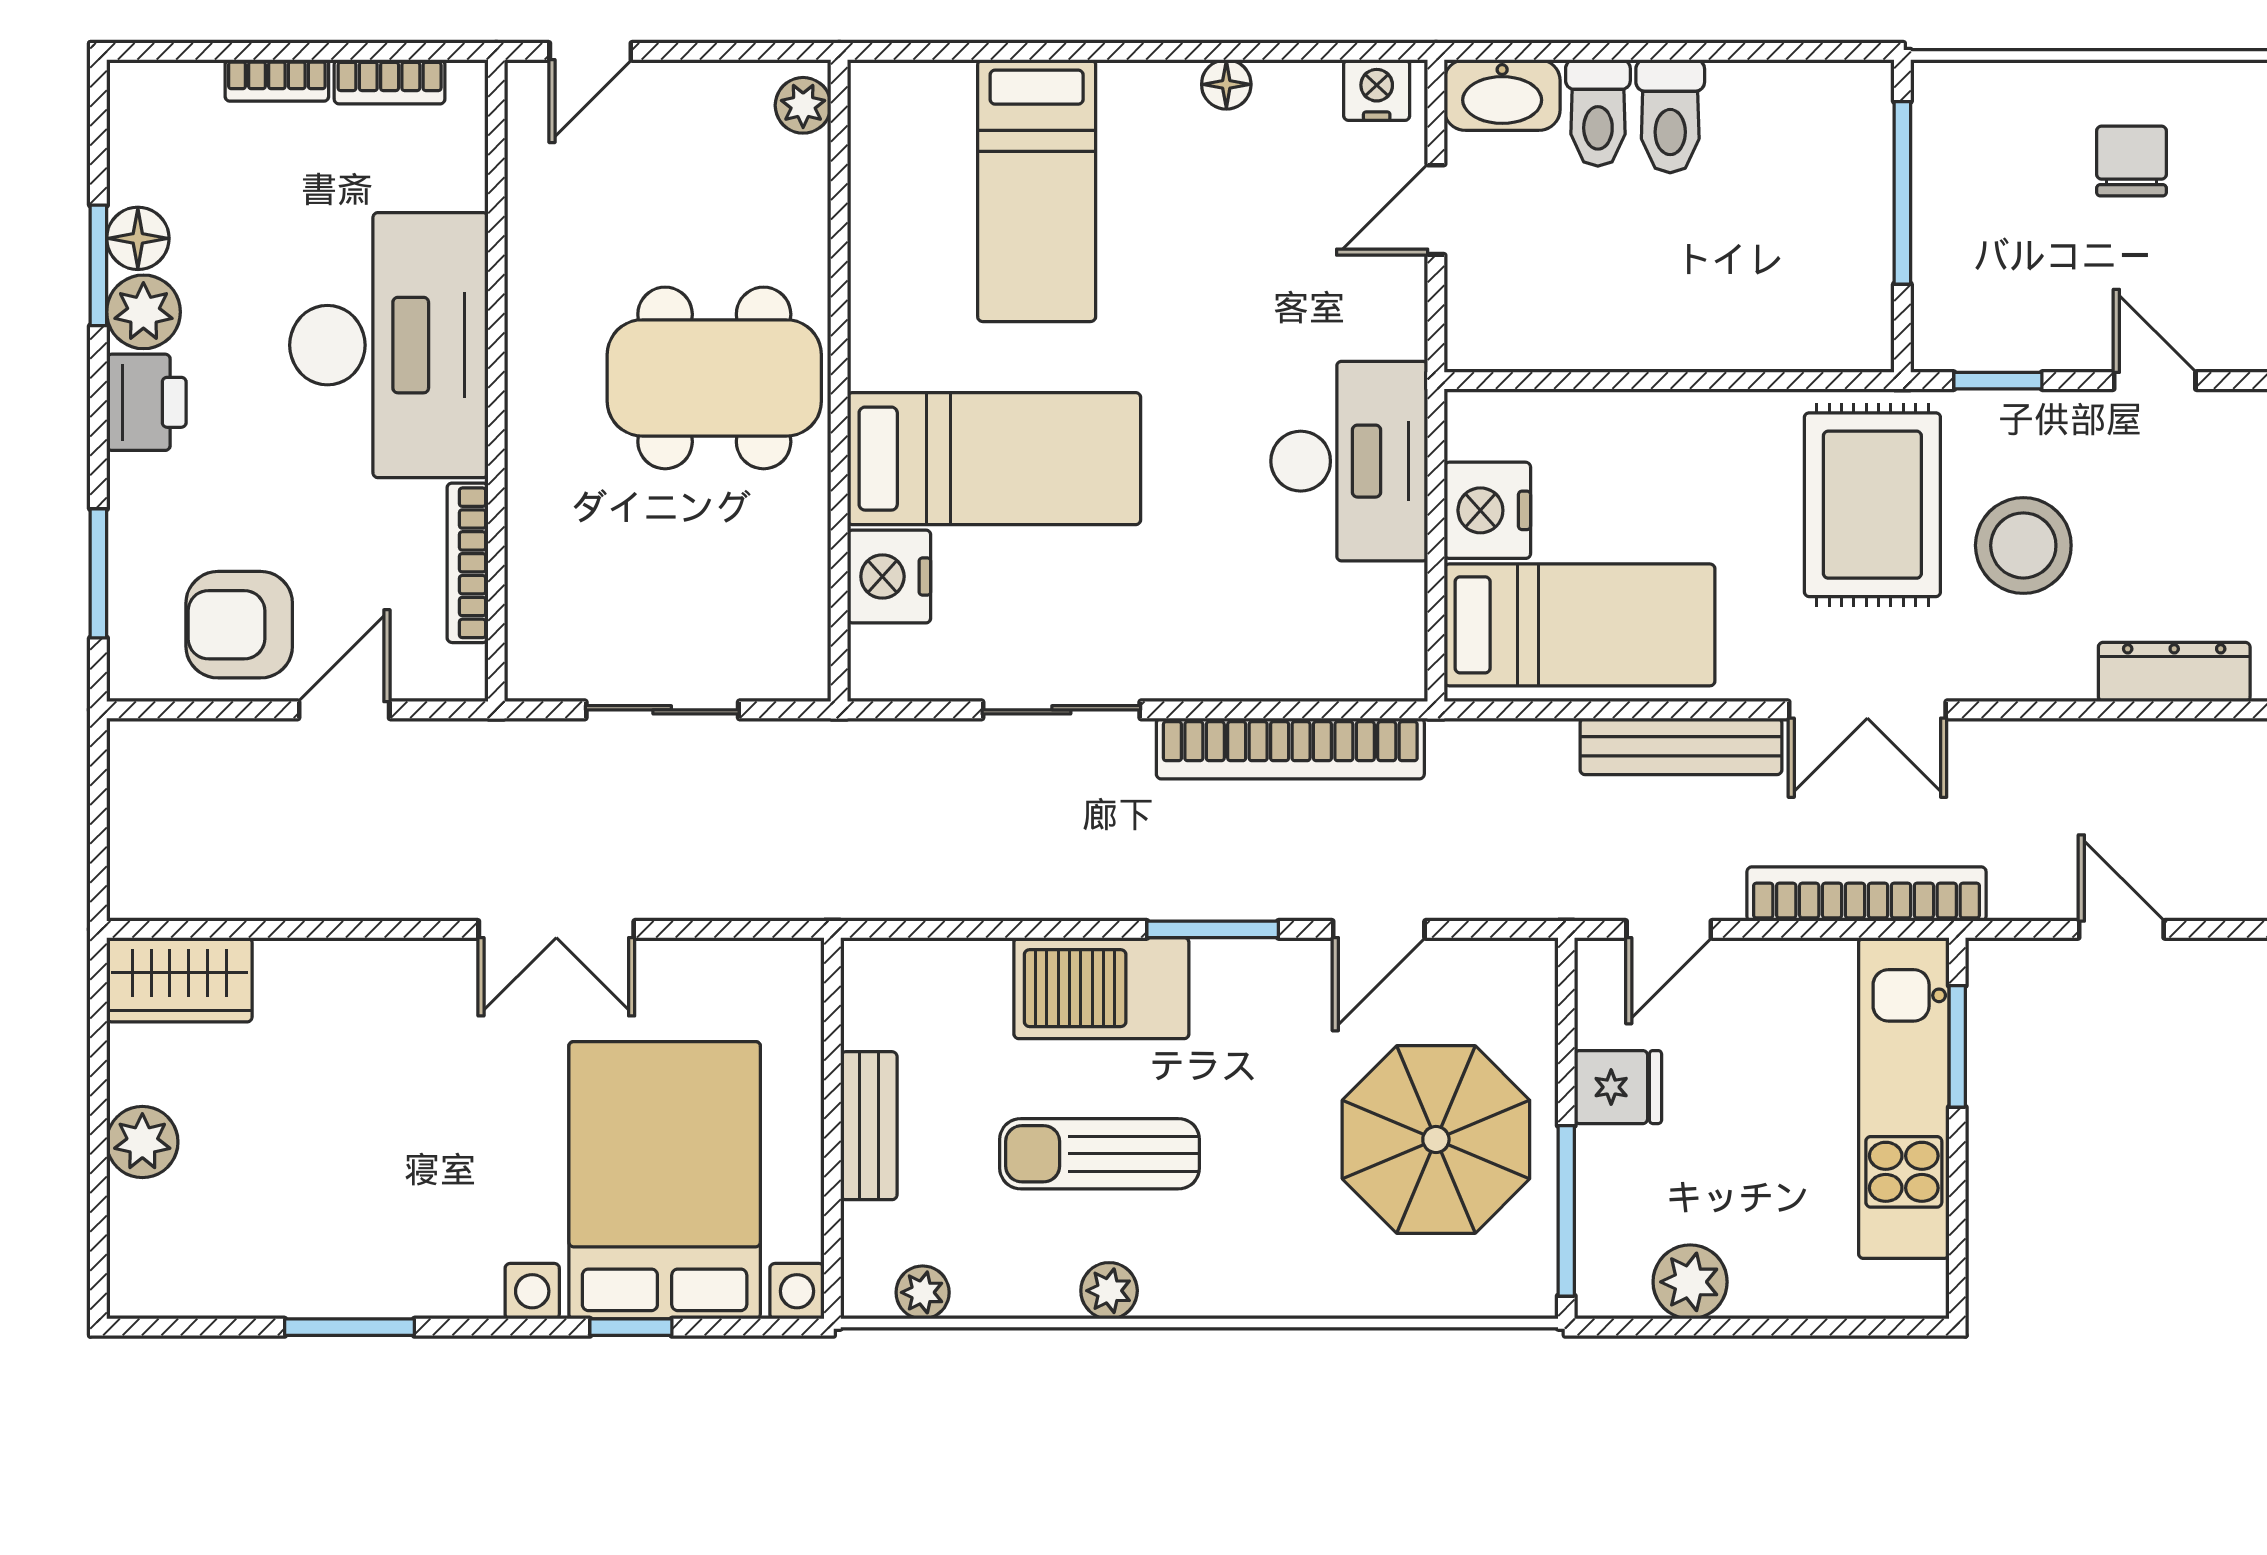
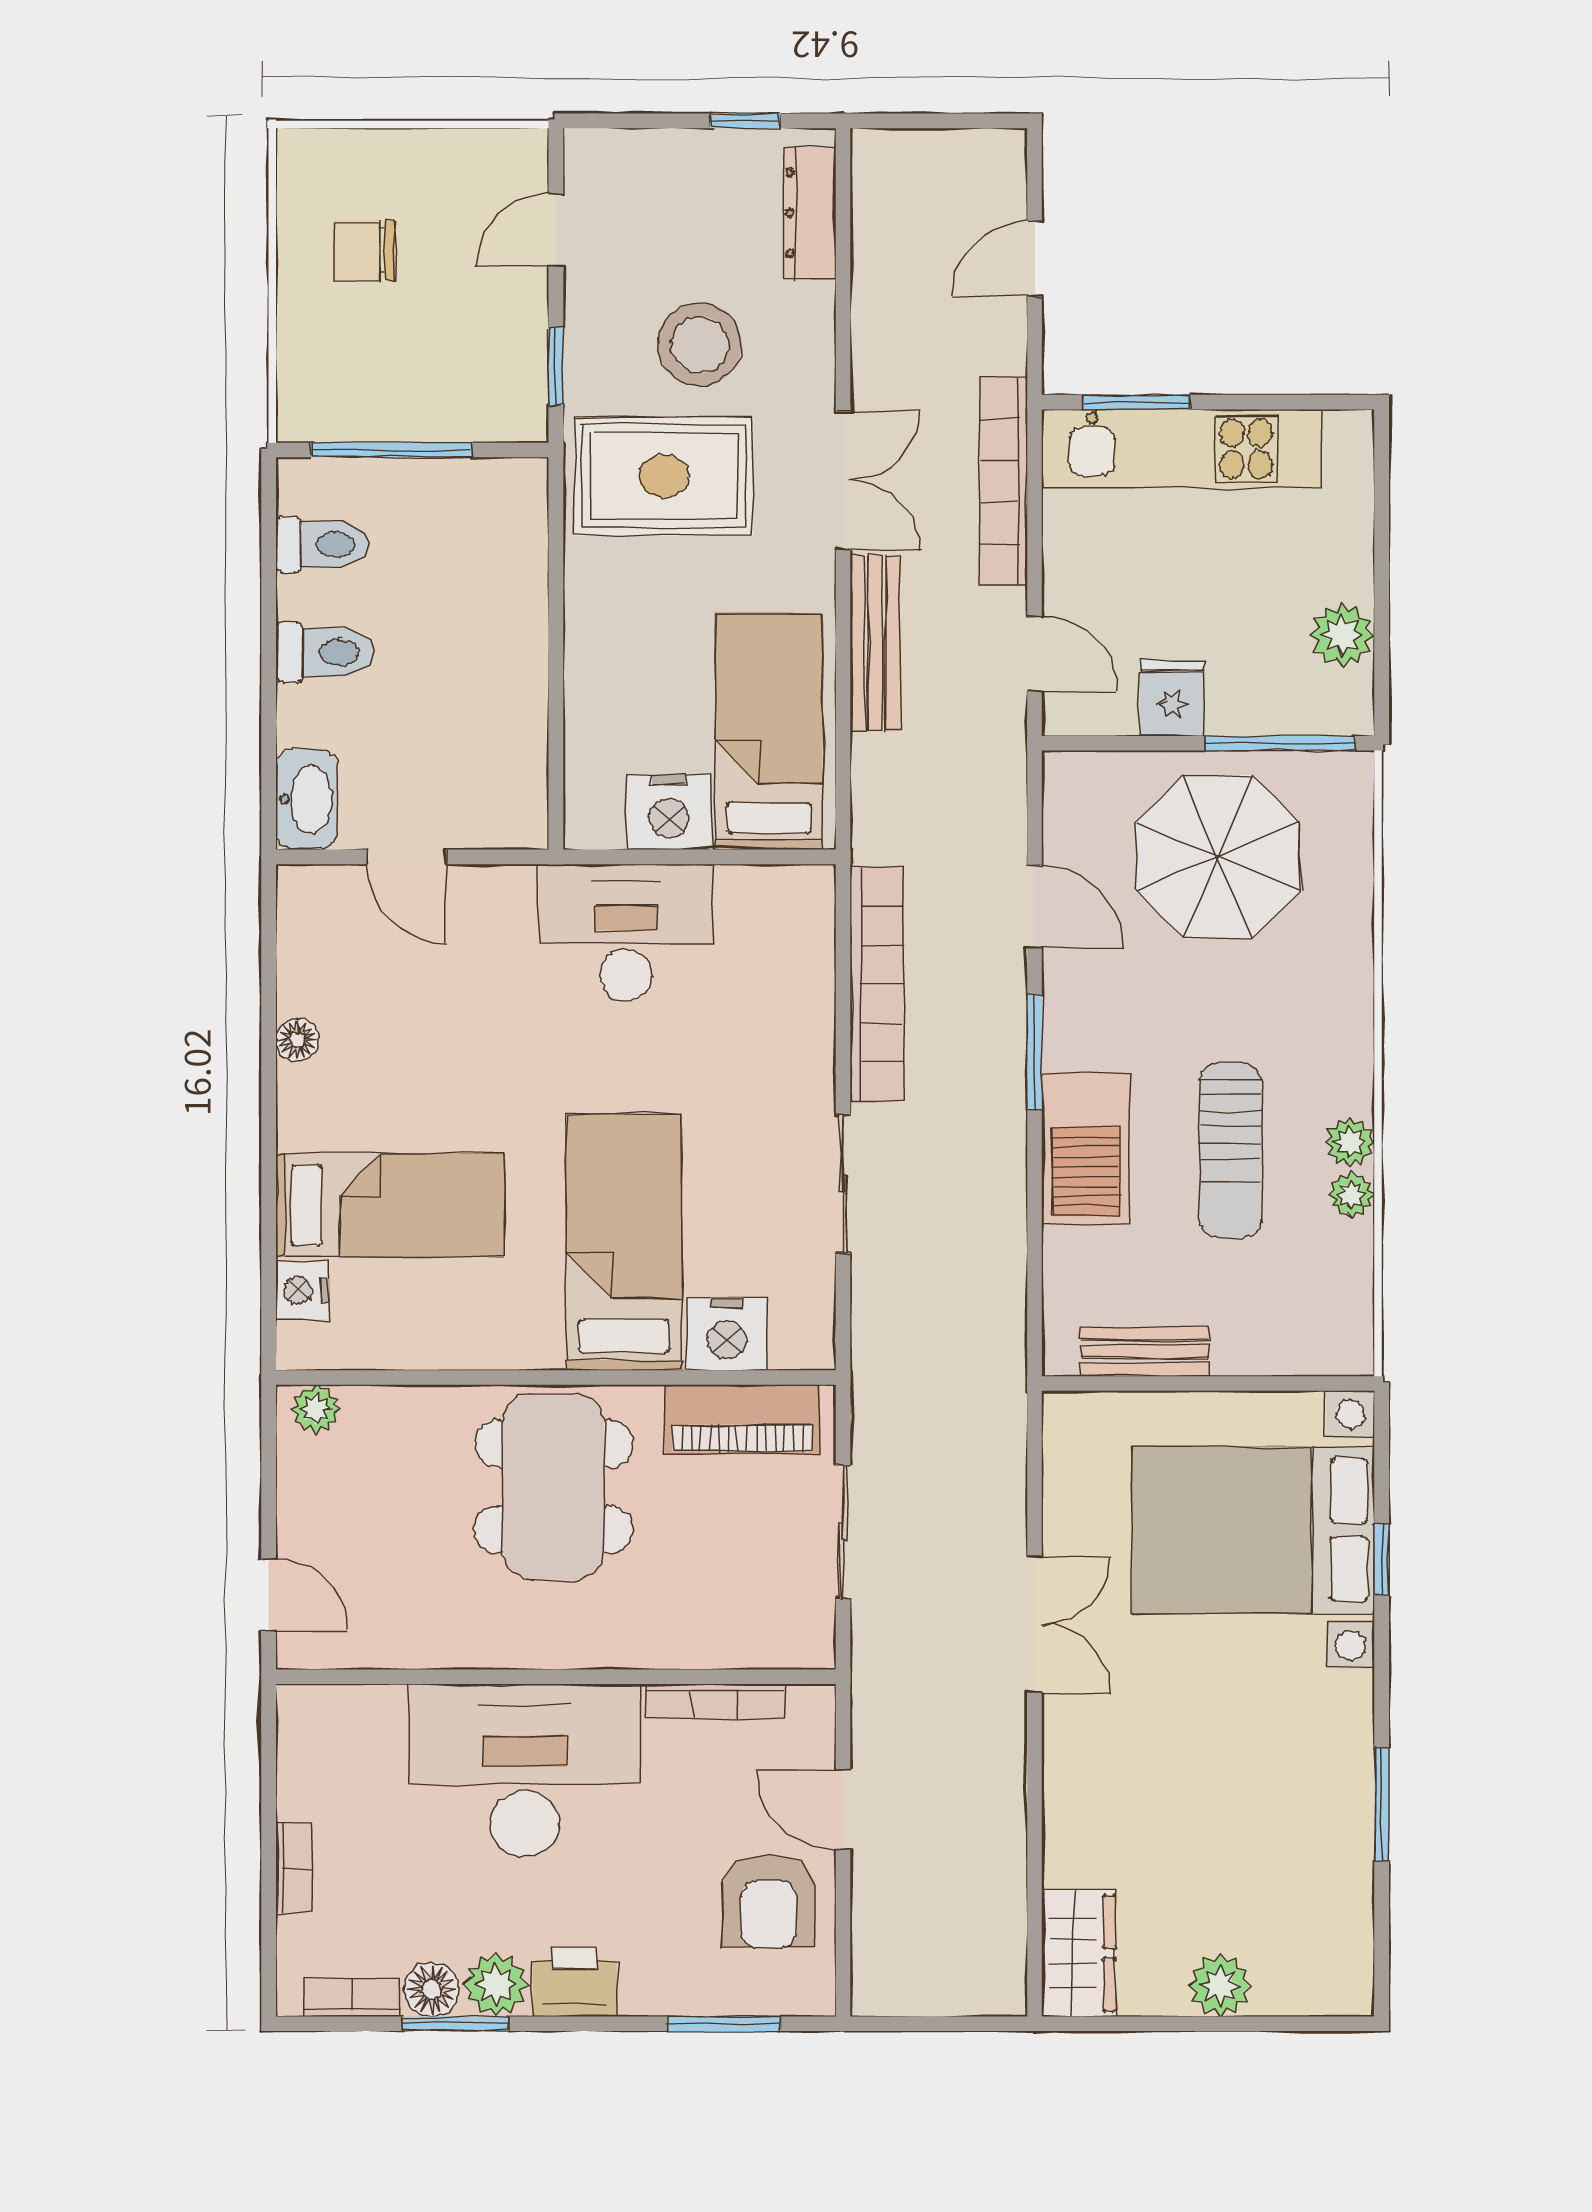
bookcase: (390, 82) -> (351, 1997), moved, turned -90
nightstand: (1377, 90) -> (302, 1290), moved
toilet: (1598, 113) -> (322, 544), moved
piano: (791, 594) -> (742, 1419), added
bench: (869, 1126) -> (1145, 1352), moved
plant: (923, 1292) -> (1351, 1195), moved

